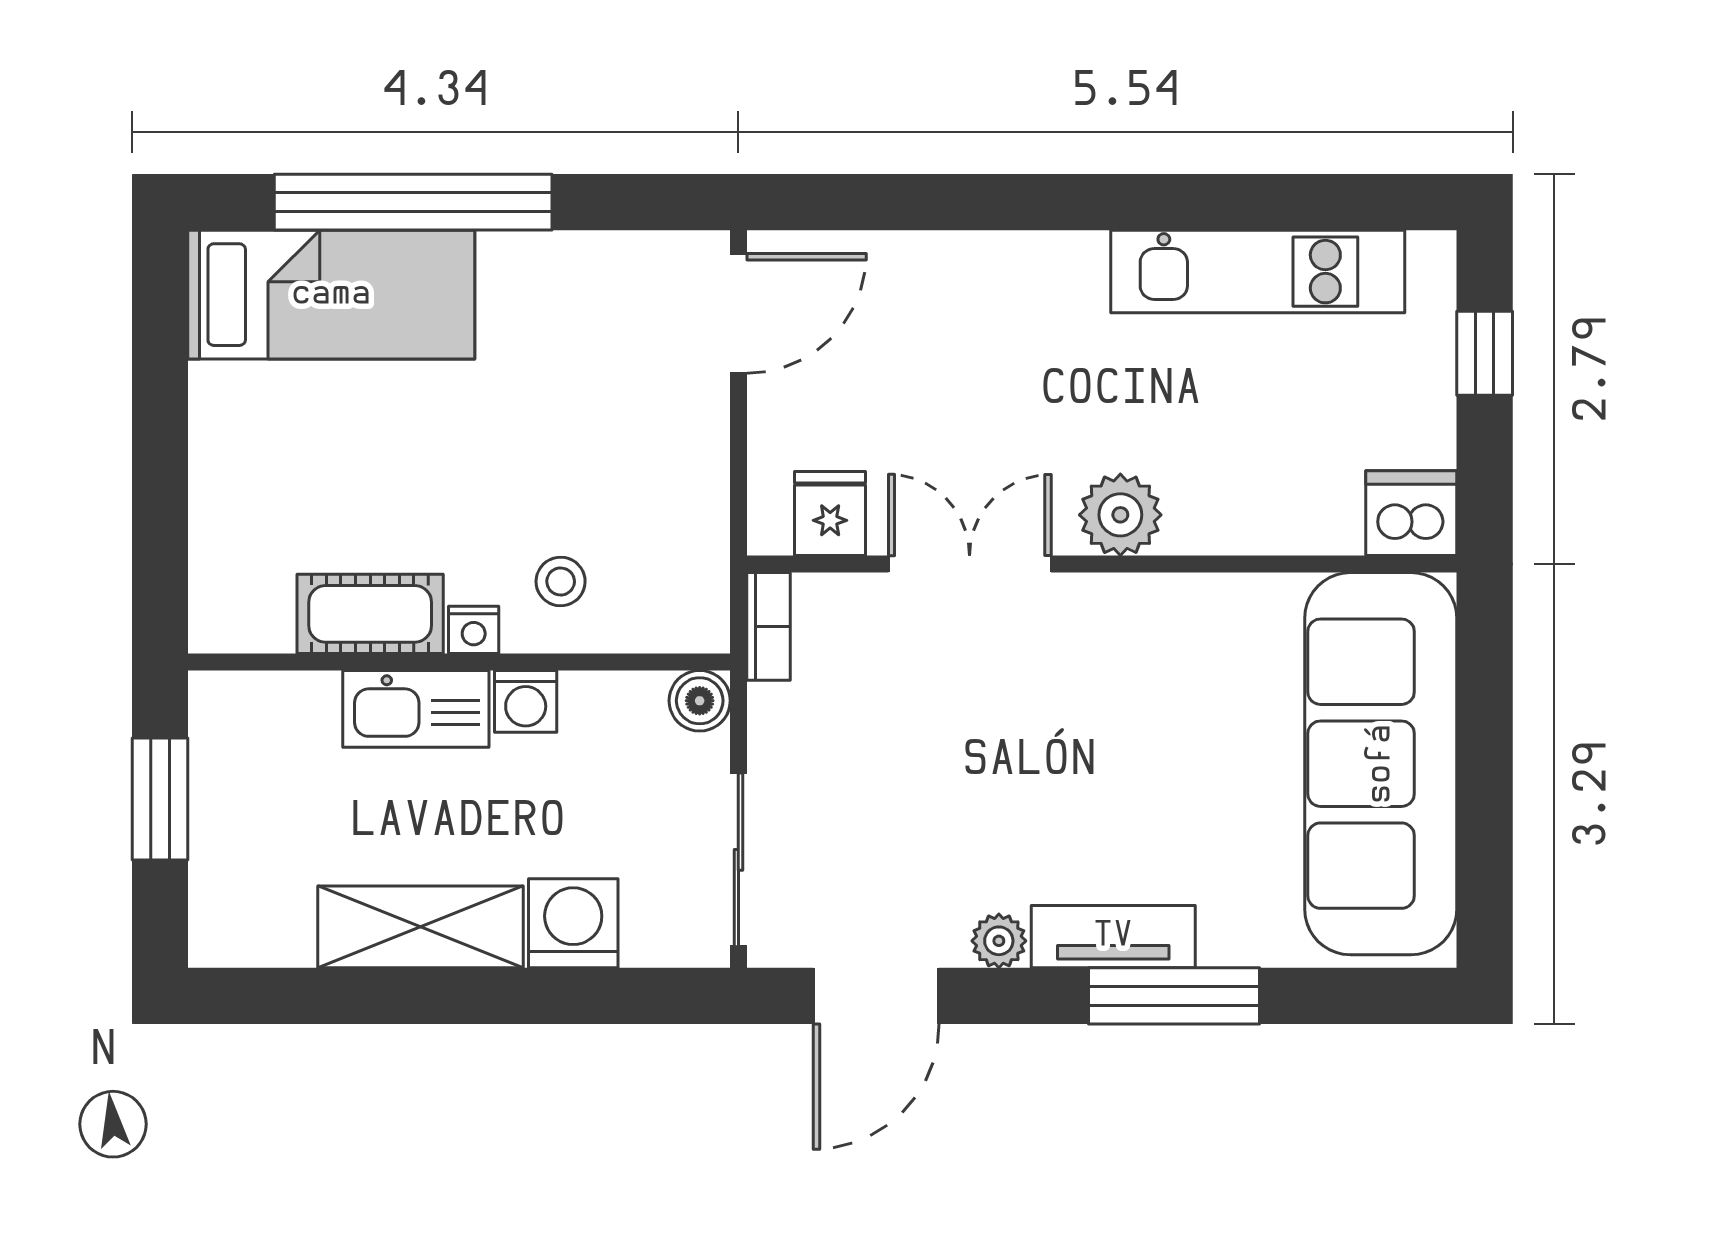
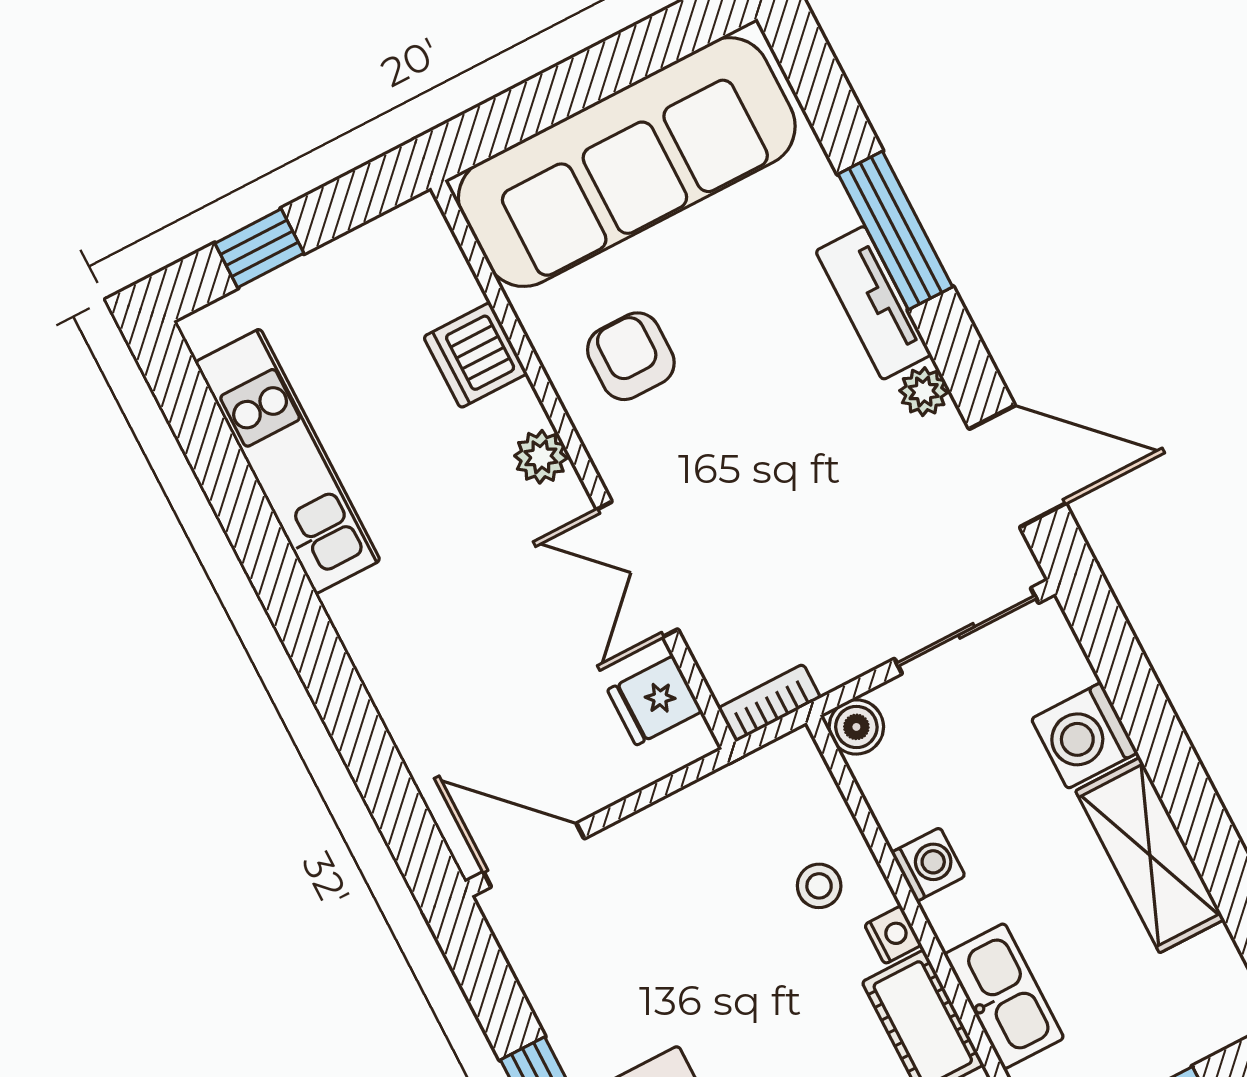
dishwasher: (1411, 513) -> (475, 355), moved
plant: (1120, 515) -> (541, 457), width x0.73, depth x0.73
armchair: (1185, 668) -> (631, 356), added
kitchen sink: (416, 709) -> (1004, 996), moved

